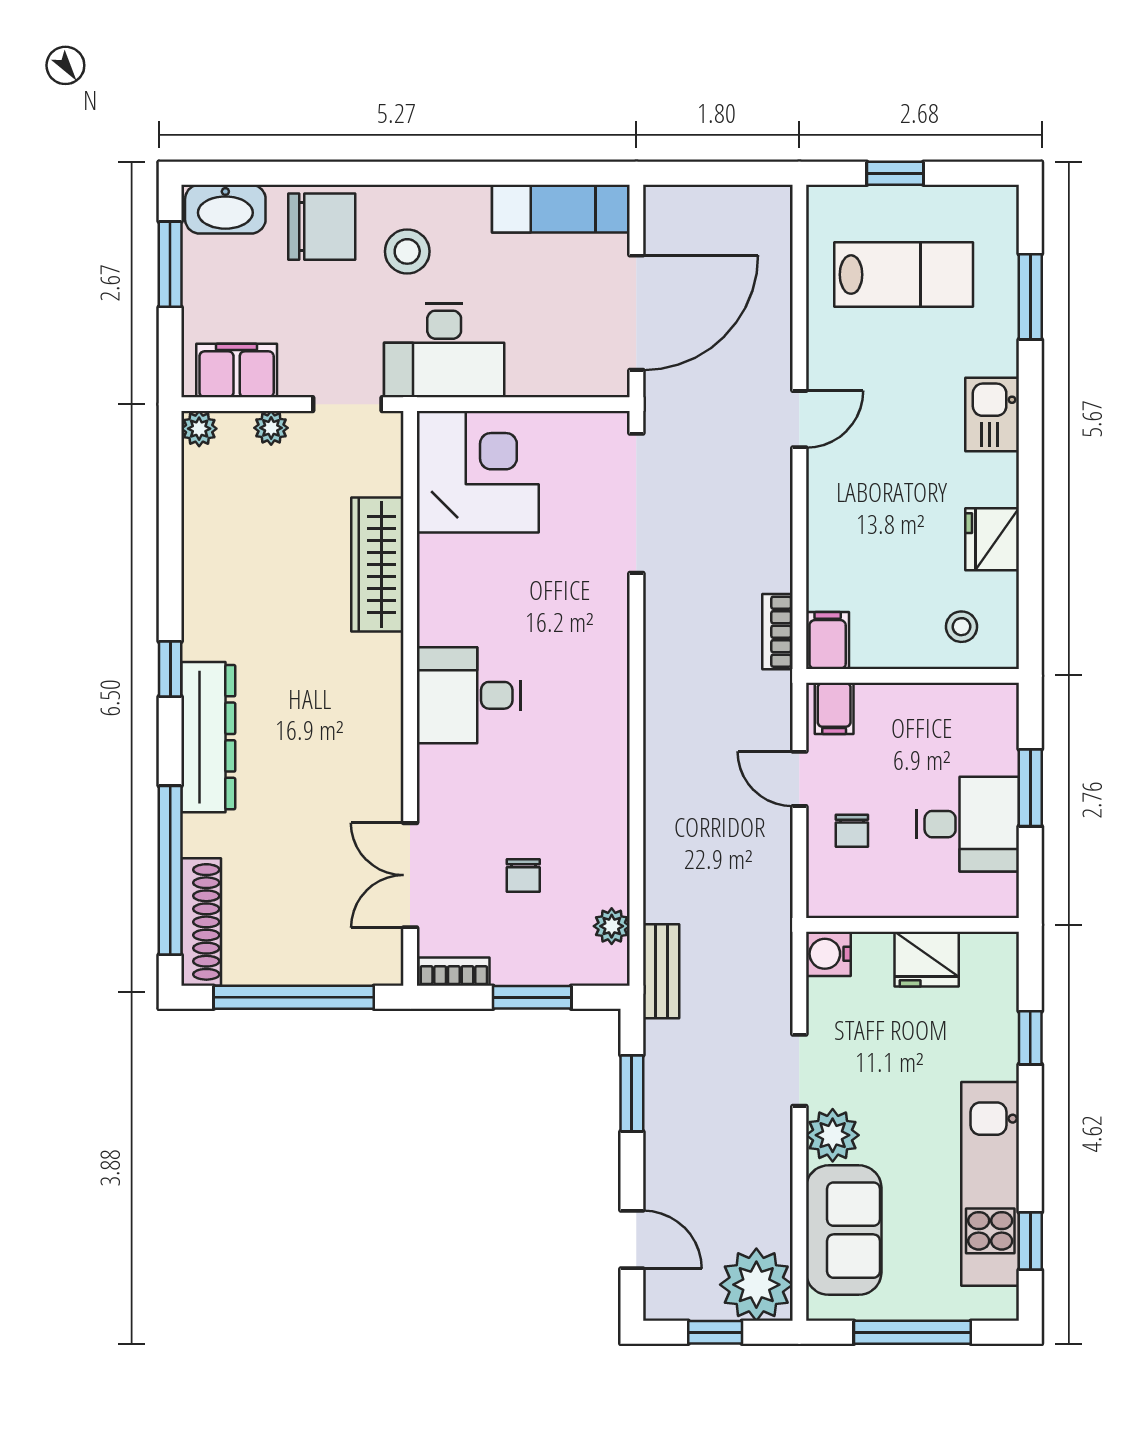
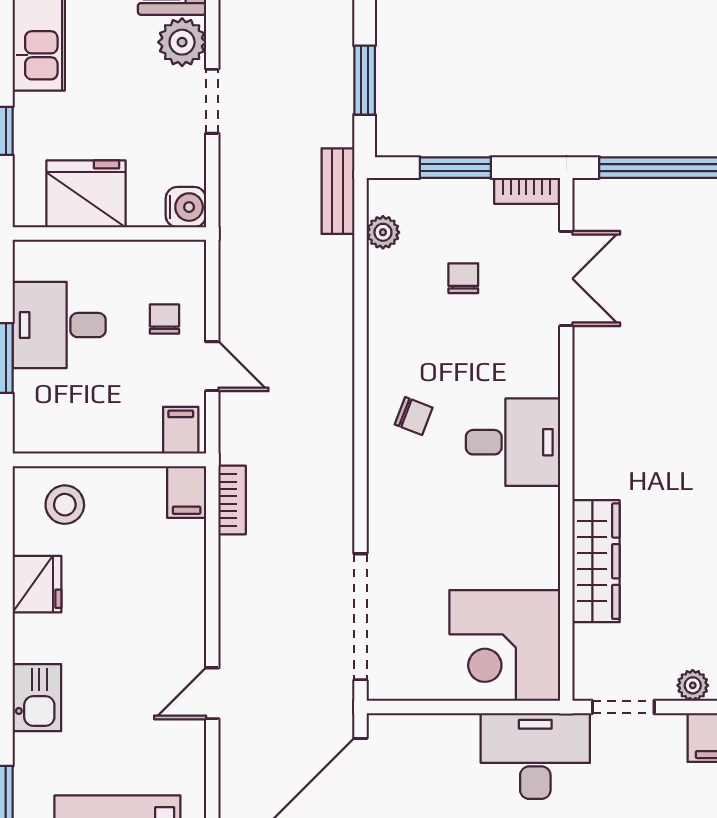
stool: (961, 627) -> (65, 505), width x1.37, depth x1.37
chair: (578, 724) -> (414, 416), added
fridge: (927, 959) -> (86, 194), width x1.36, depth x1.34

